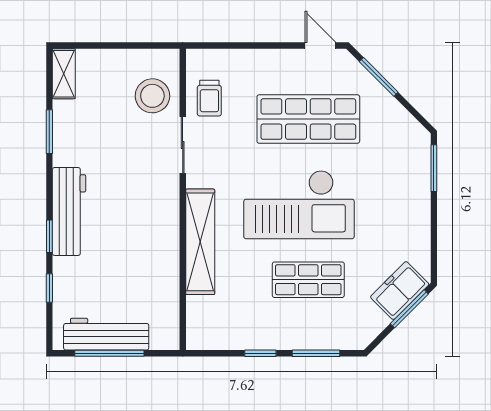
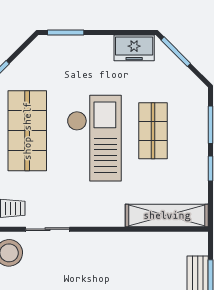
shelving: (200, 242) -> (167, 215), moved
freezer: (400, 291) -> (134, 48), moved, turned -45

